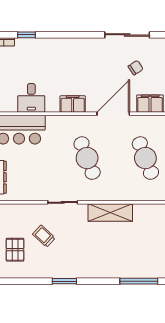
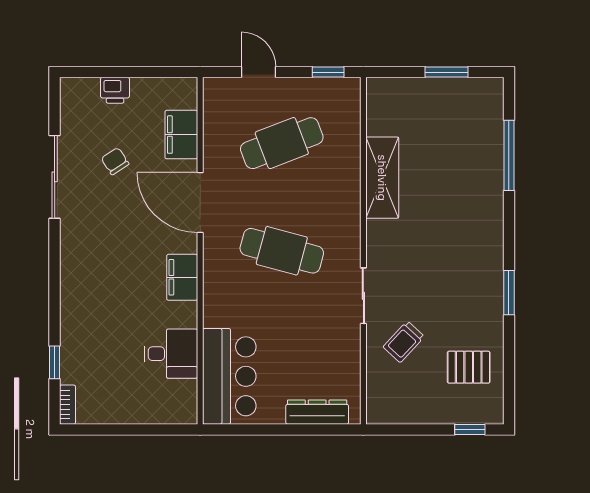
cafe table: (87, 158) -> (282, 251), turned 36
shelving: (110, 213) -> (382, 178), moved
trolley: (44, 236) -> (404, 342), moved
pallet: (15, 250) -> (469, 367), moved

